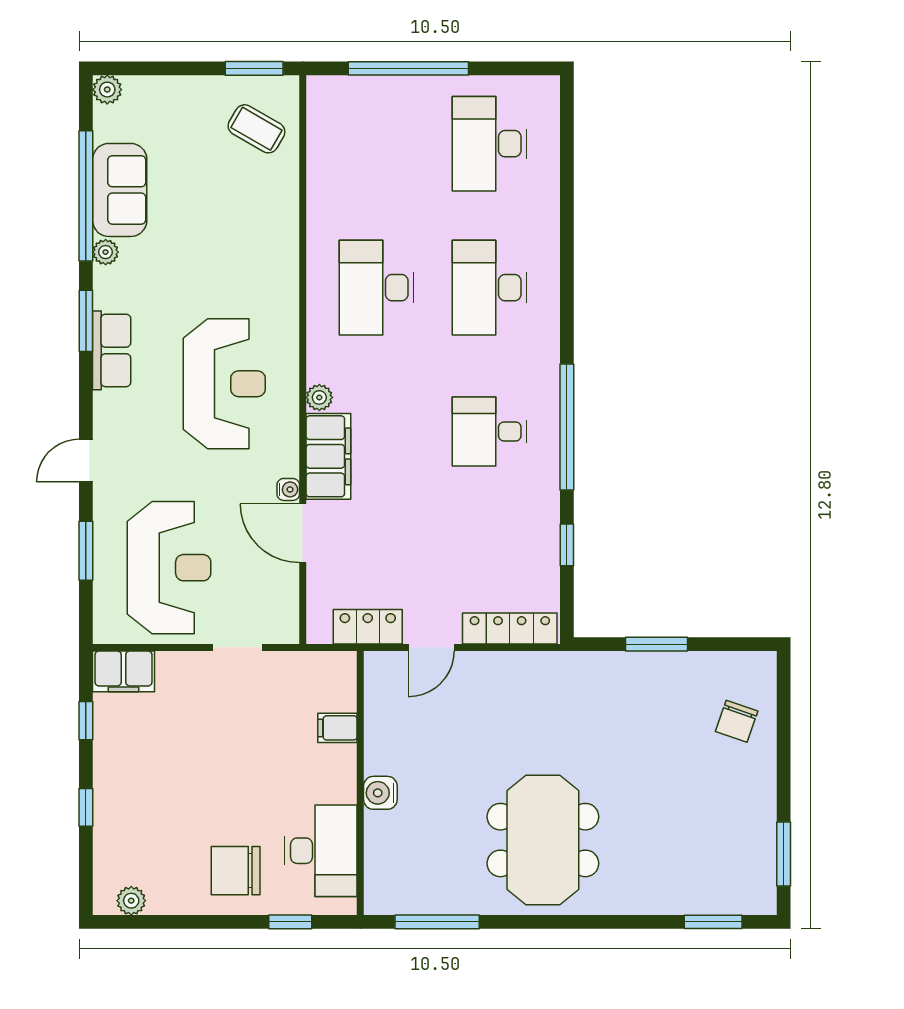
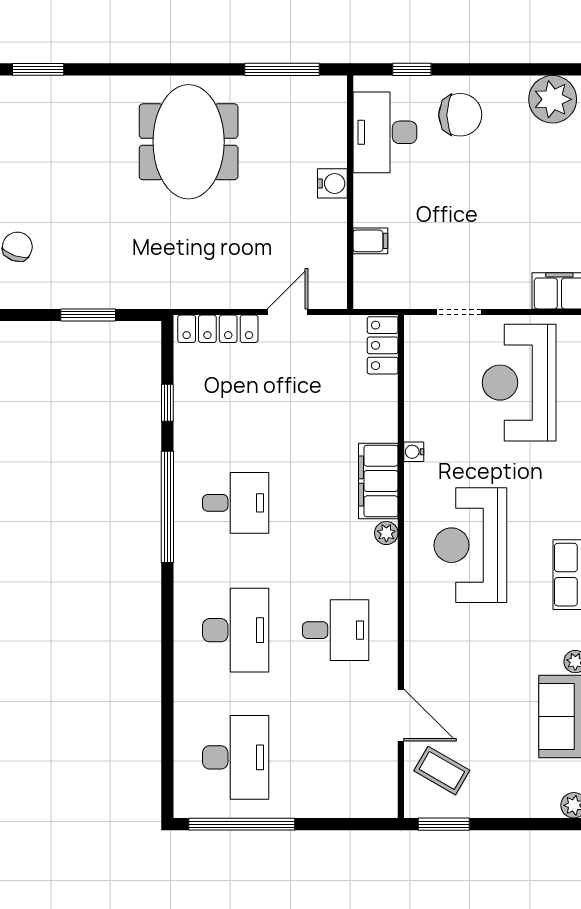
window: (408, 68) -> (242, 824), moved
desk: (377, 288) -> (336, 630), width x0.73
door: (303, 533) -> (401, 715), moved
locker: (368, 627) -> (383, 345), moved, turned 90
plant: (131, 901) -> (553, 99), width x1.87, depth x1.87

